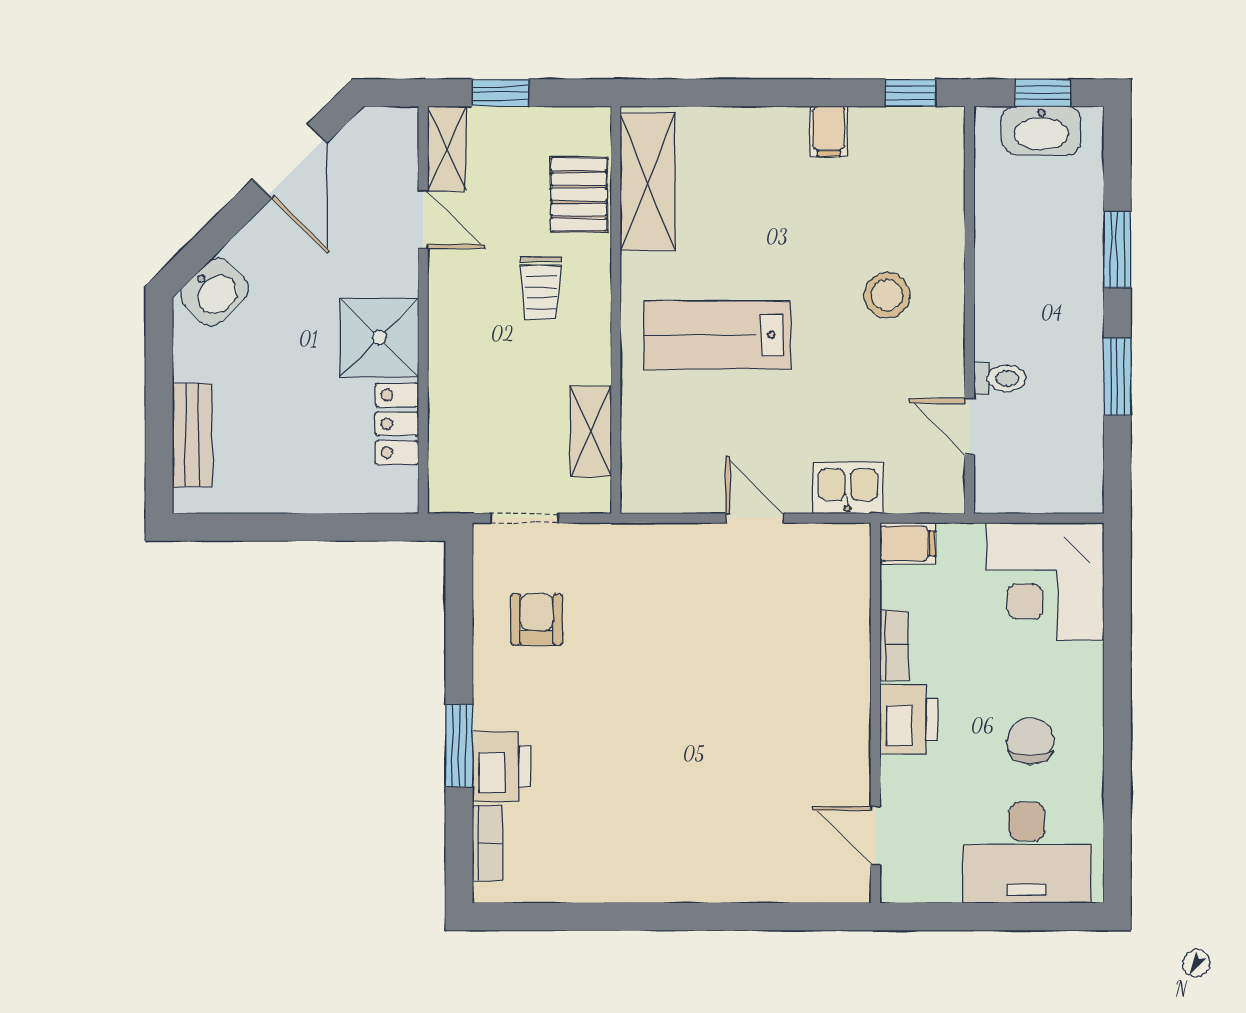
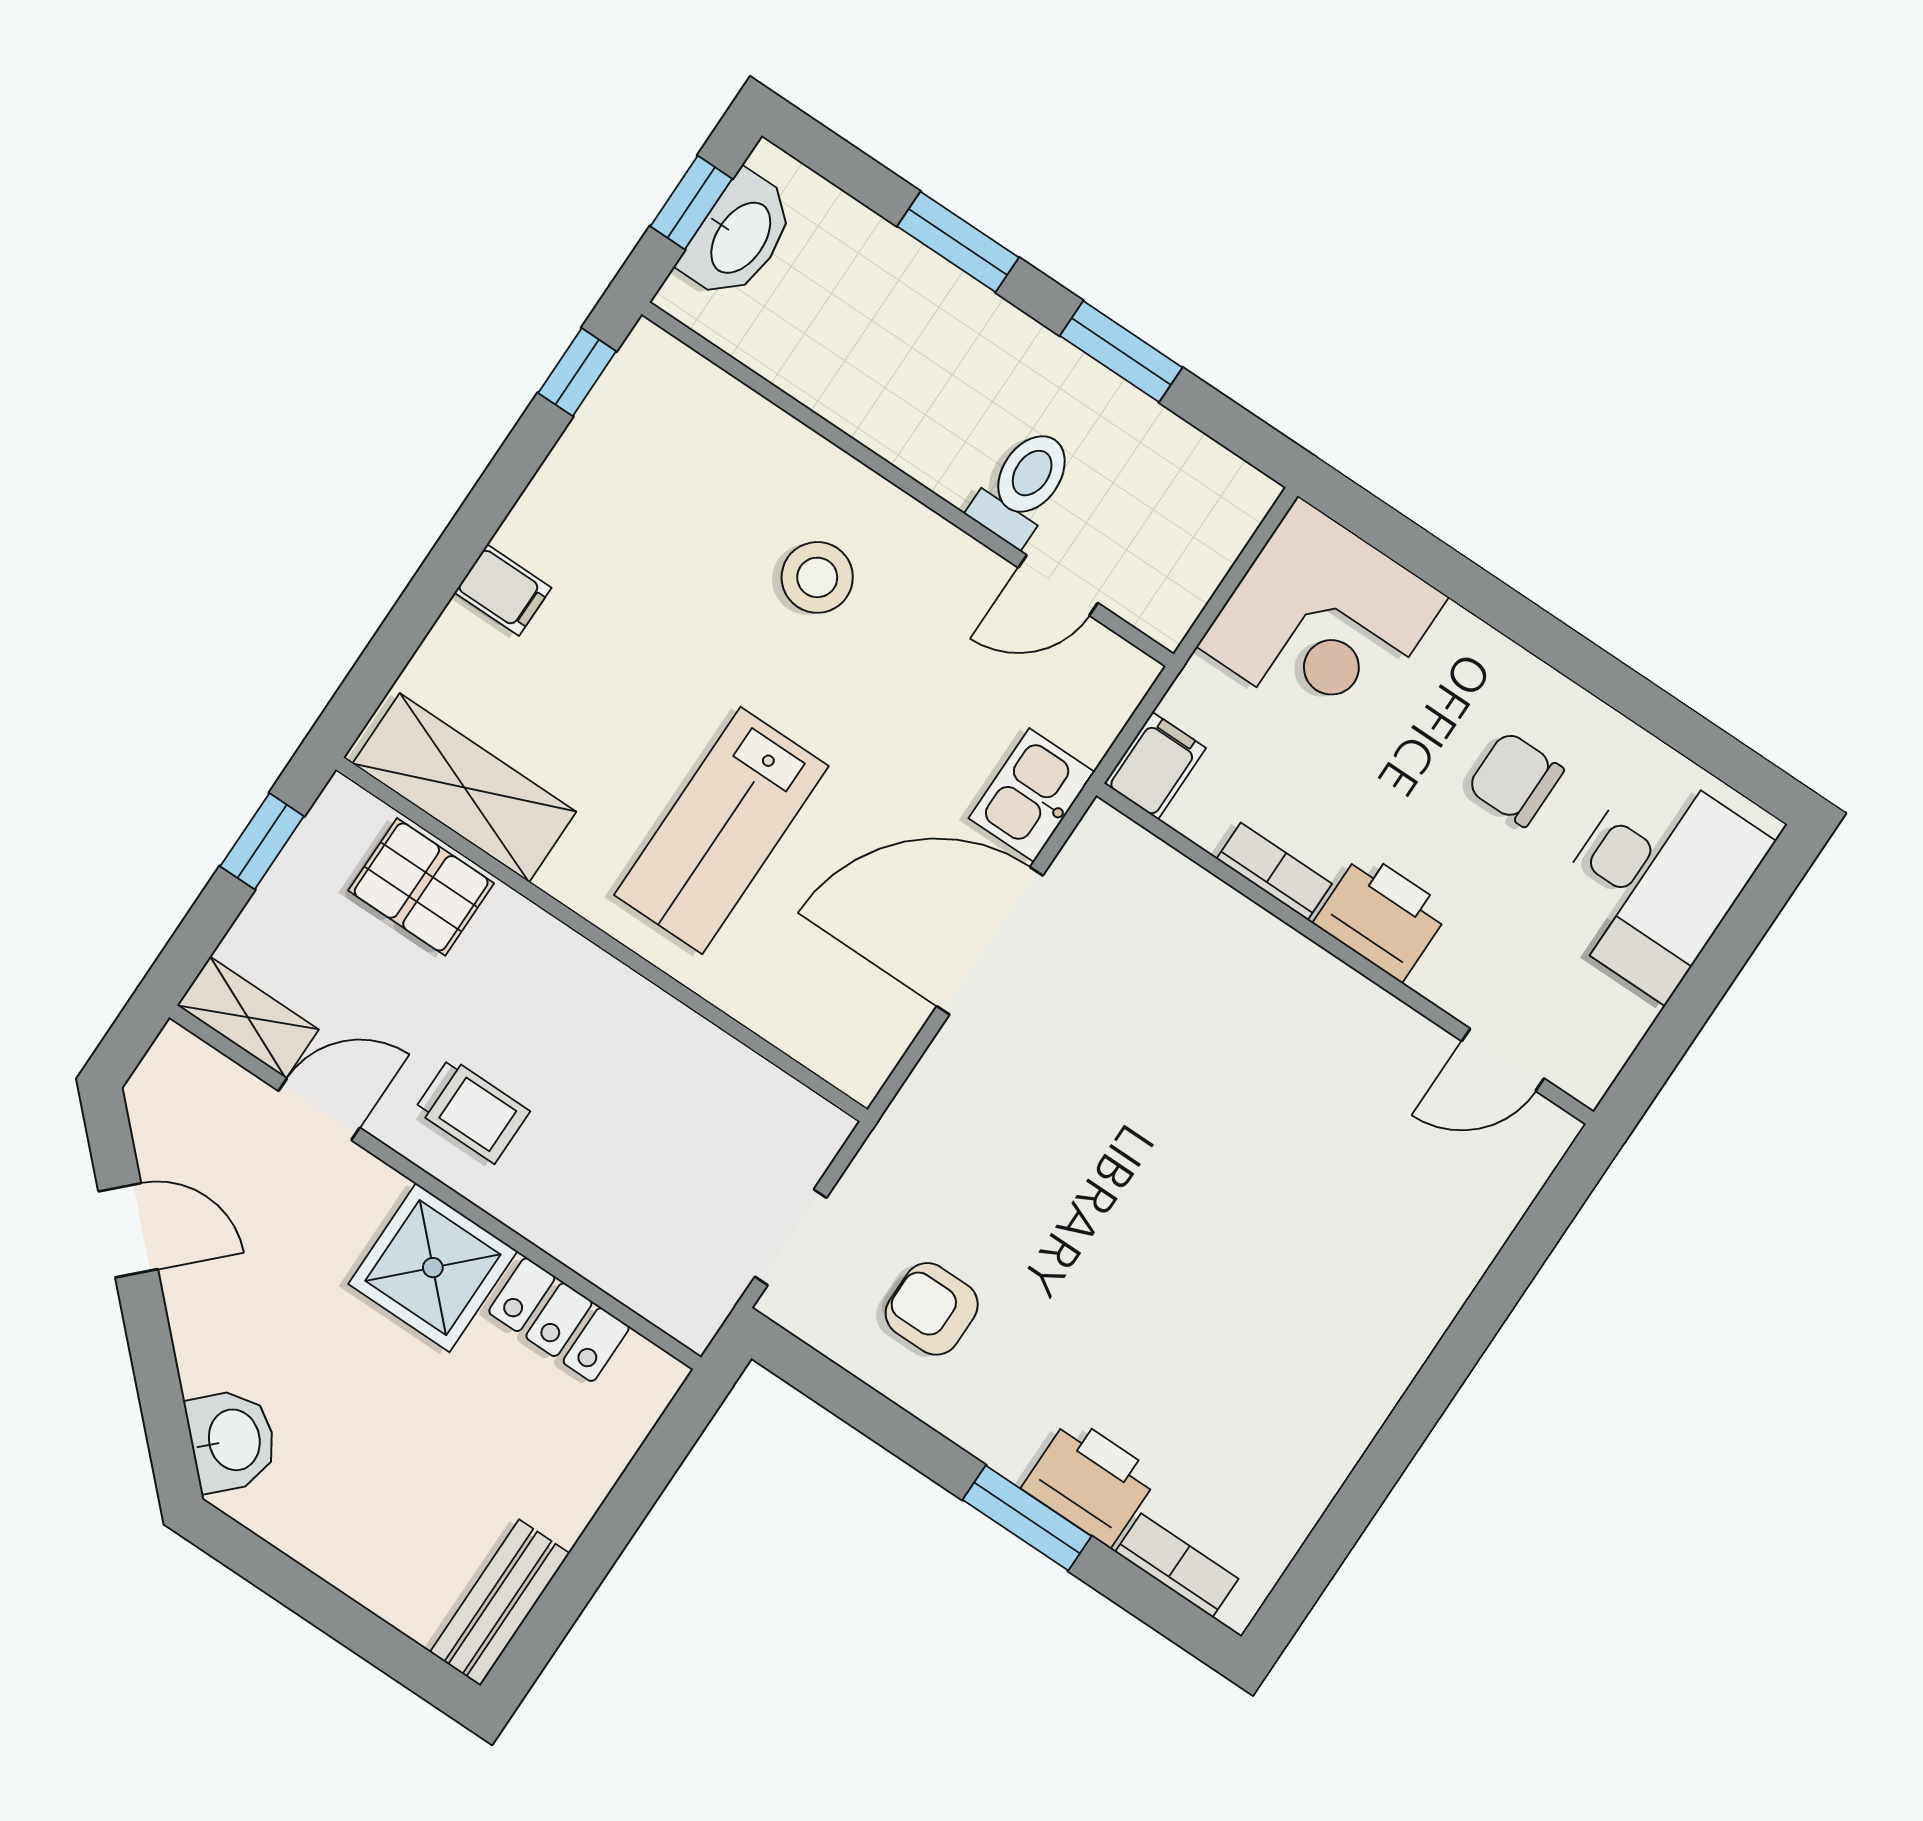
window: (501, 93) -> (262, 841), moved
filing cabinet: (829, 131) -> (503, 590), moved
door: (290, 161) -> (128, 1230), width x0.73
trolley: (541, 288) -> (472, 1111), moved
toilet: (1000, 378) -> (1023, 486), width x1.37, depth x1.39
shelving: (591, 431) -> (736, 1076), removed
bench: (192, 435) -> (500, 1603), moved, turned 90
door: (755, 518) -> (990, 941), width x1.87

